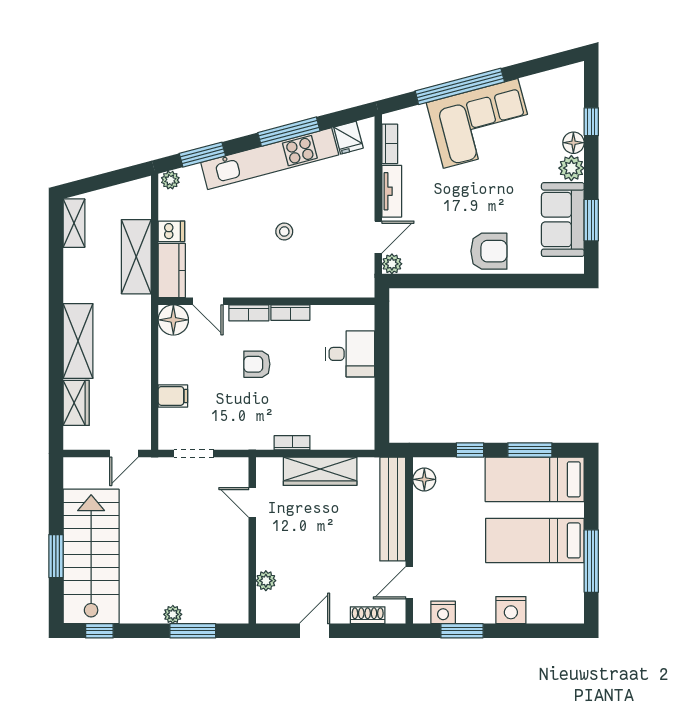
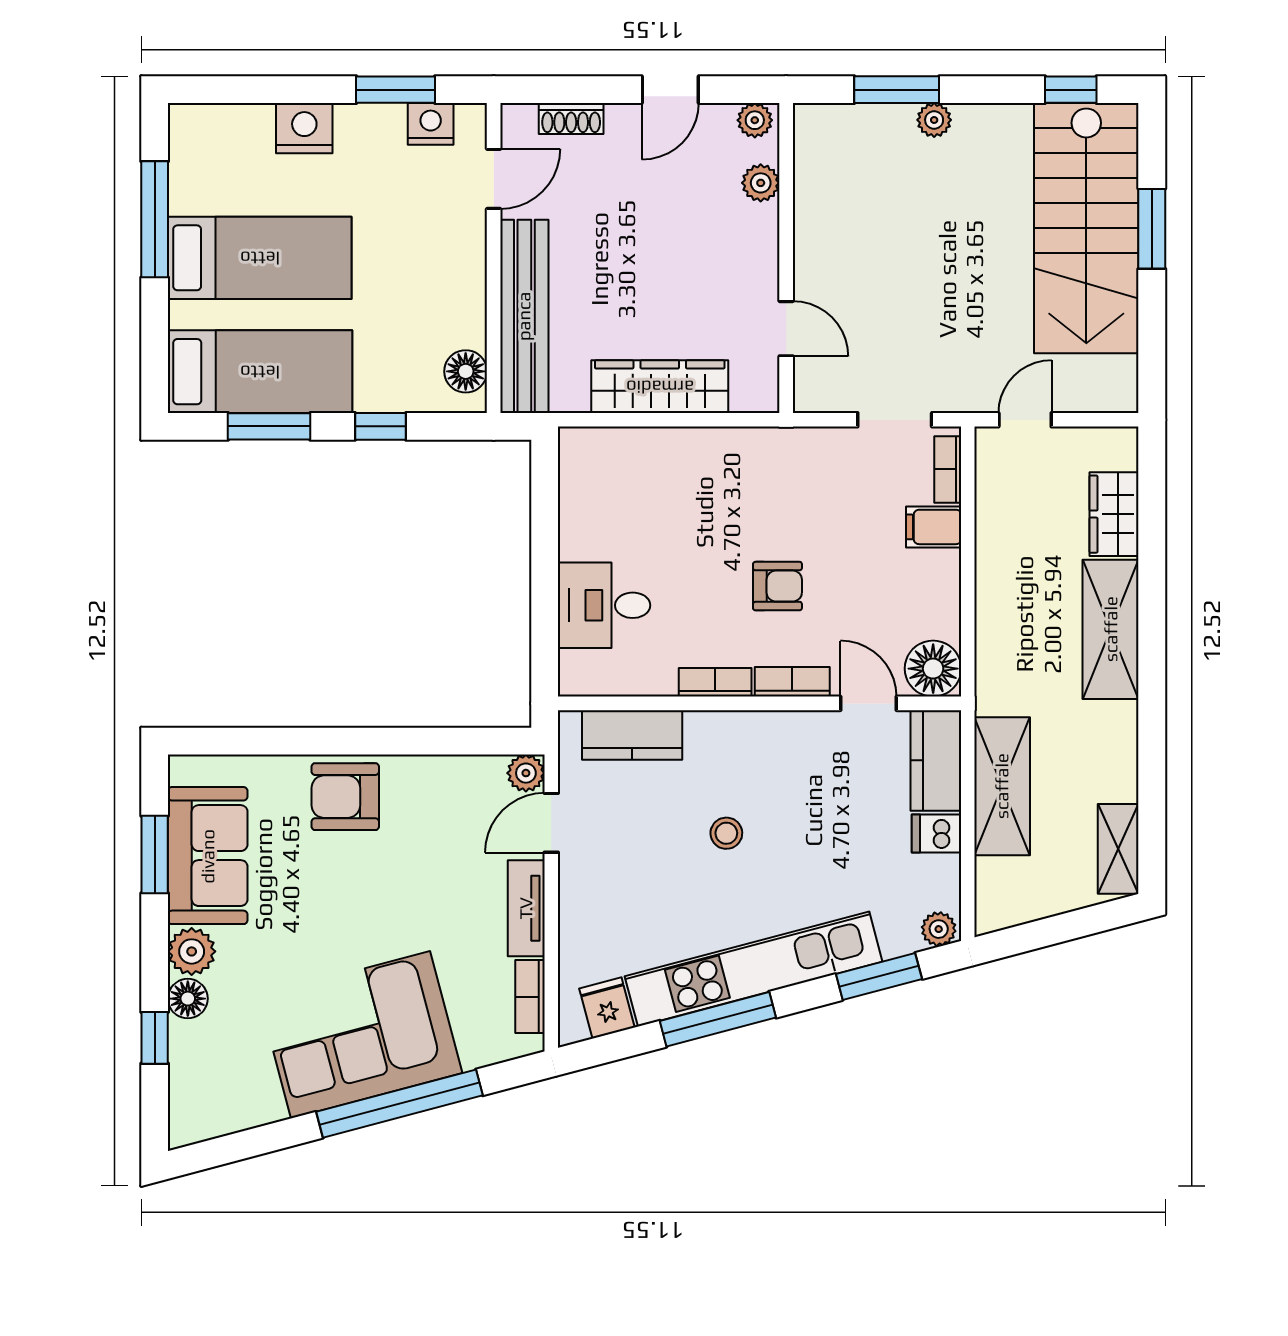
kitchen counter: (335, 284) -> (632, 735), added
bookcase: (292, 443) -> (948, 469), moved, turned 90
plant: (269, 614) -> (755, 120), added

